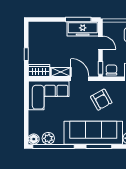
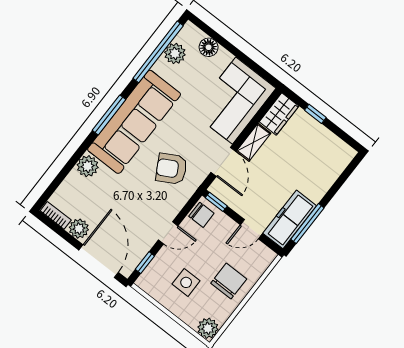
door: (80, 79) -> (223, 162), hinge flipped
floor lamp: (34, 139) -> (209, 47), moved

